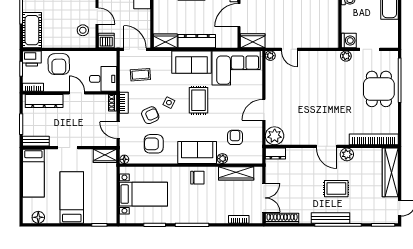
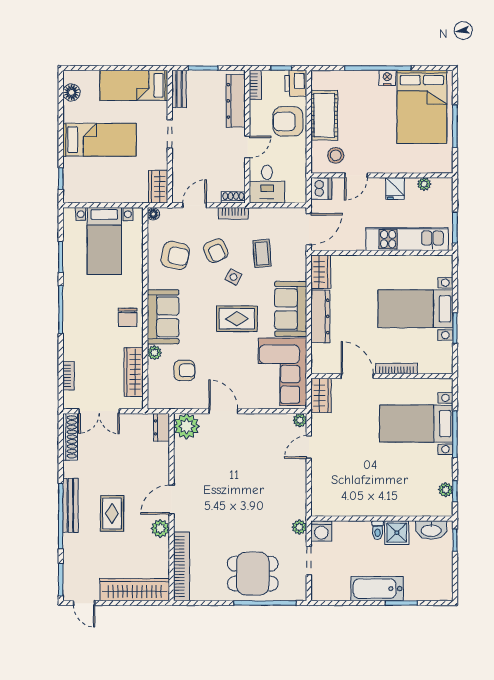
cot: (32, 30) -> (324, 115), moved, turned 90
coffee table: (140, 75) -> (262, 253), moved
armchair: (154, 144) -> (175, 256), turned 102

